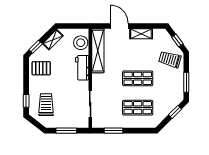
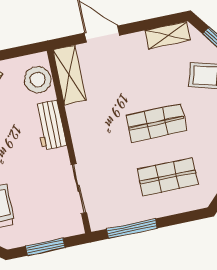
shelving: (141, 34) -> (168, 35), moved
shelving: (98, 51) -> (70, 75), width x0.68
window: (113, 131) -> (132, 229), width x1.44

